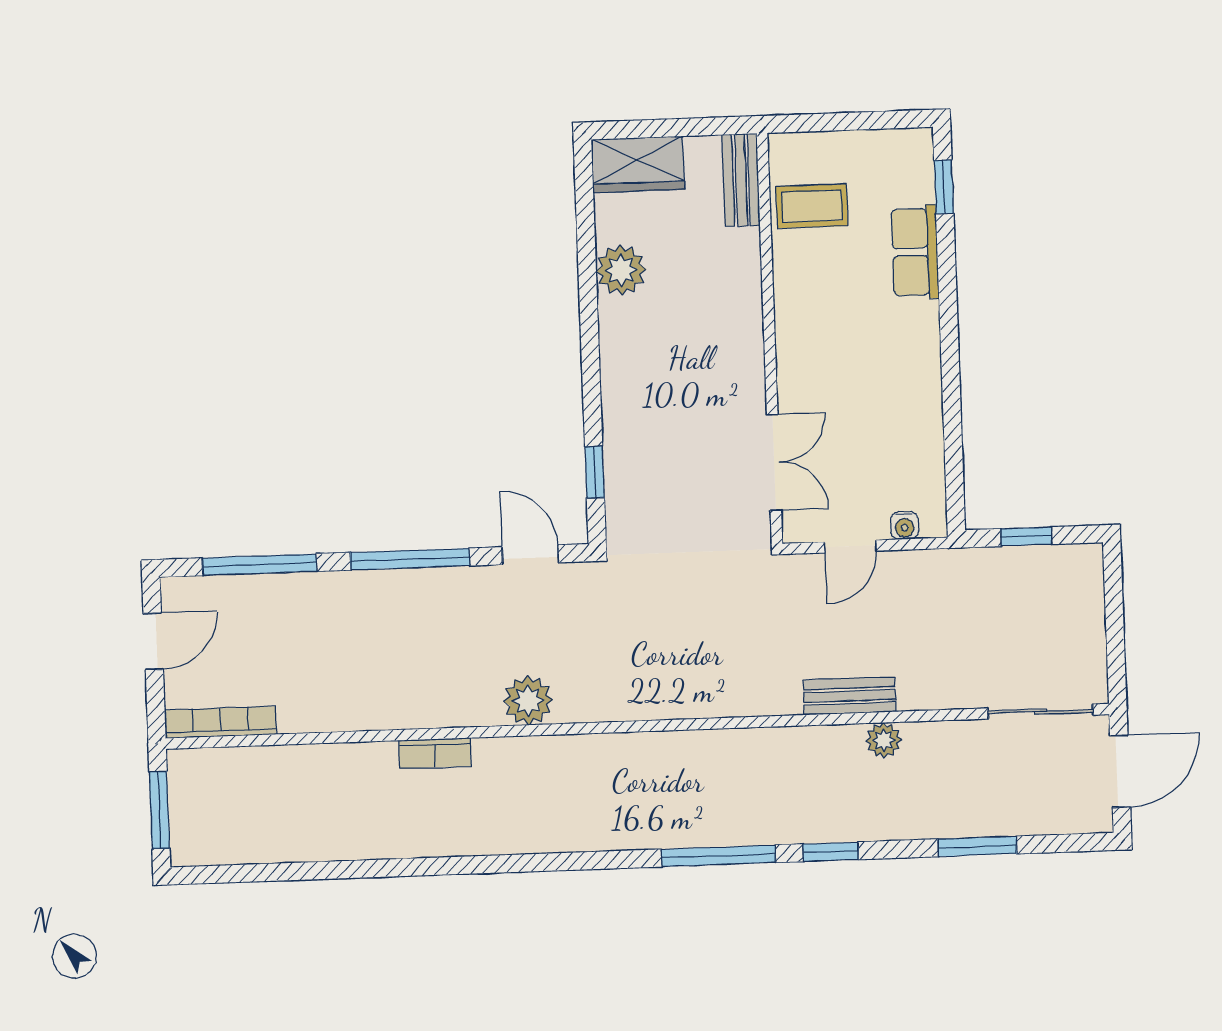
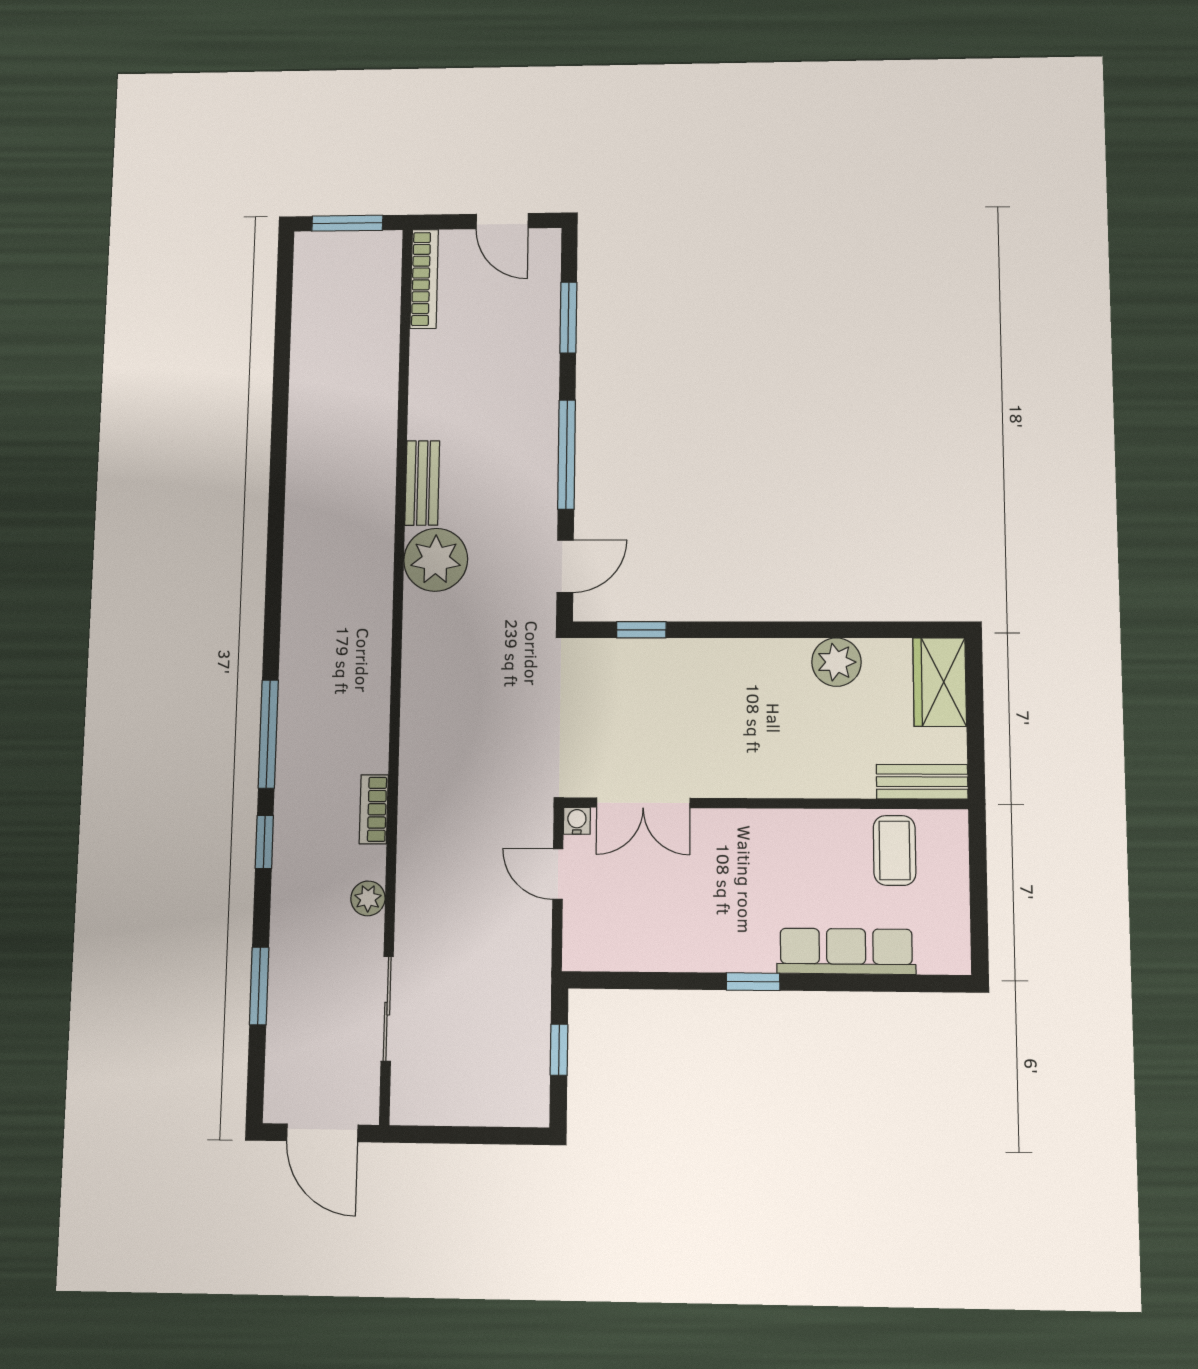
window: (944, 187) -> (753, 982), moved
row of seats: (915, 252) -> (846, 951), width x1.48
water cooler: (905, 526) -> (577, 821), moved, turned 90
window: (260, 565) -> (568, 318), width x0.69
bench: (850, 696) -> (422, 483), moved
plant: (528, 700) -> (436, 560), width x1.36, depth x1.36
sliding door: (1040, 712) -> (387, 1009), moved
bookcase: (435, 753) -> (374, 809), moved

